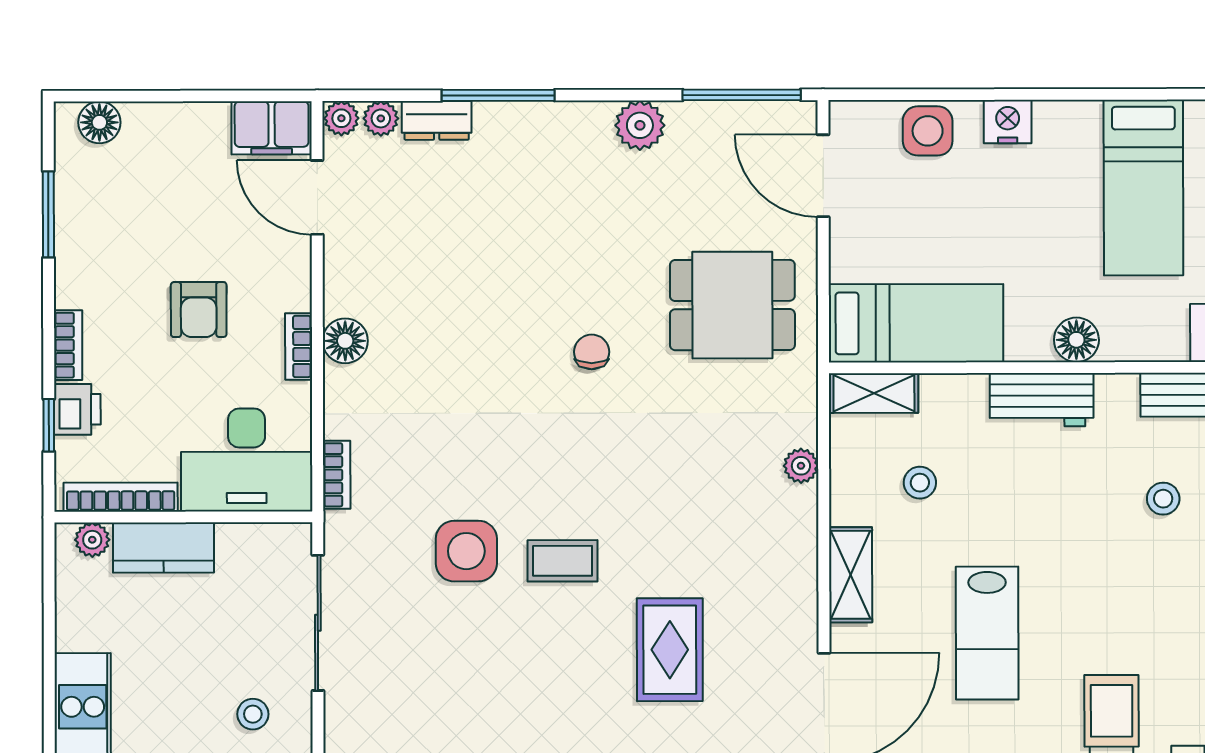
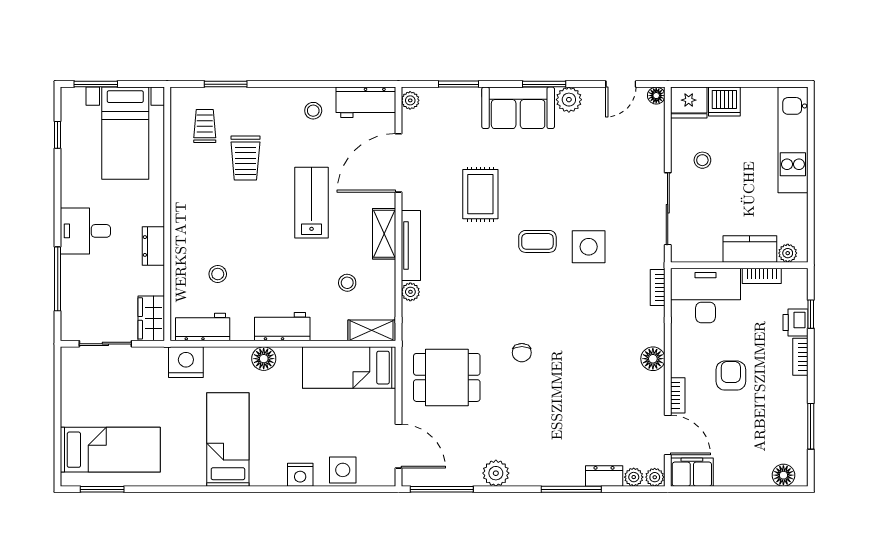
bookcase: (299, 346) -> (678, 395), moved
bookcase: (121, 497) -> (762, 276), width x0.64
tv unit: (800, 553) -> (411, 246), added

